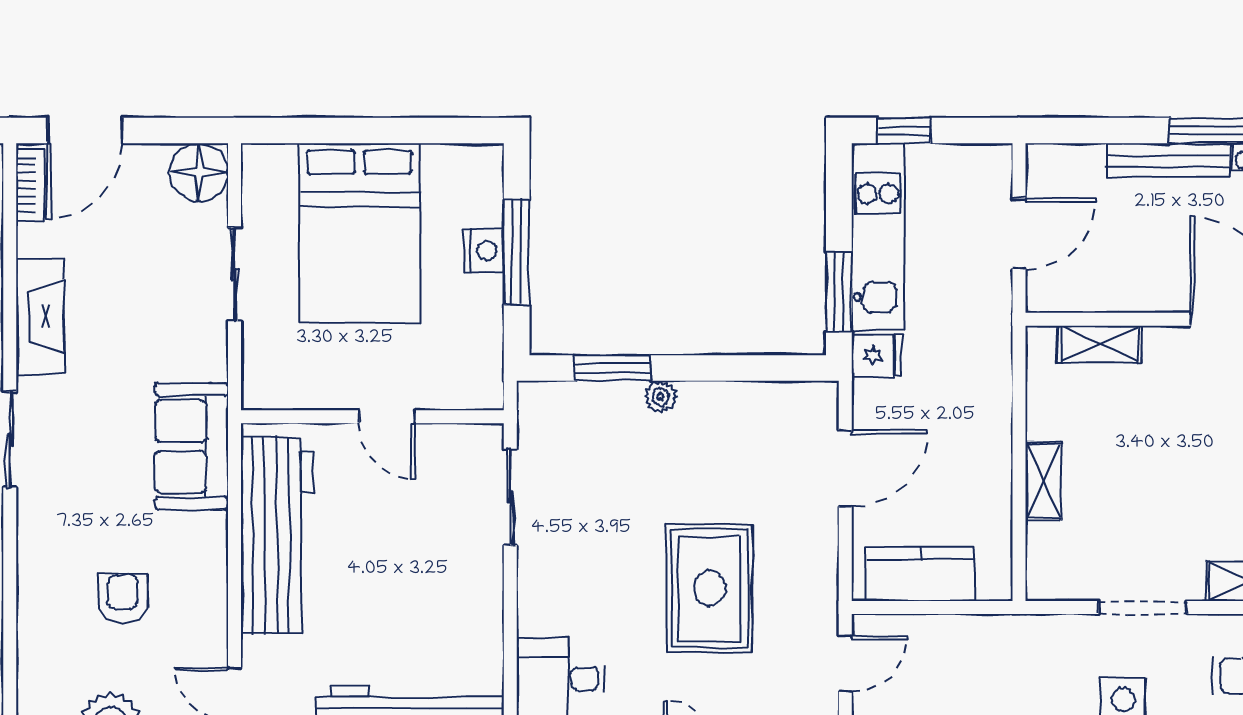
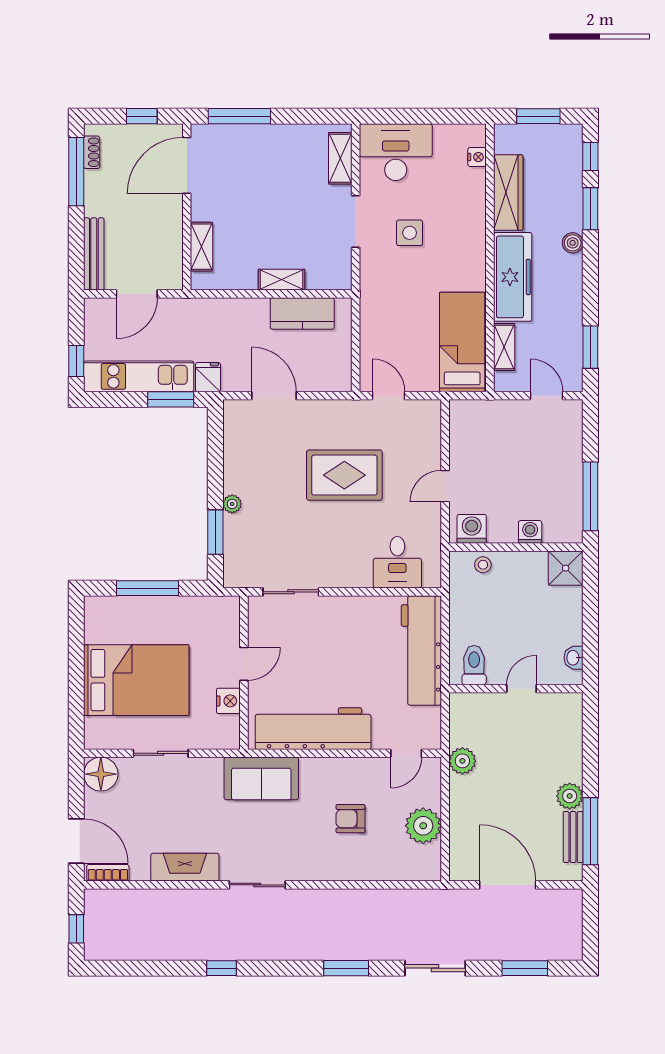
bench: (1168, 161) -> (94, 254), moved
door: (1019, 234) -> (137, 294), swing flipped
nightstand: (484, 251) -> (228, 701), moved, turned 90
kitchen counter: (921, 574) -> (302, 313), moved, turned -90

